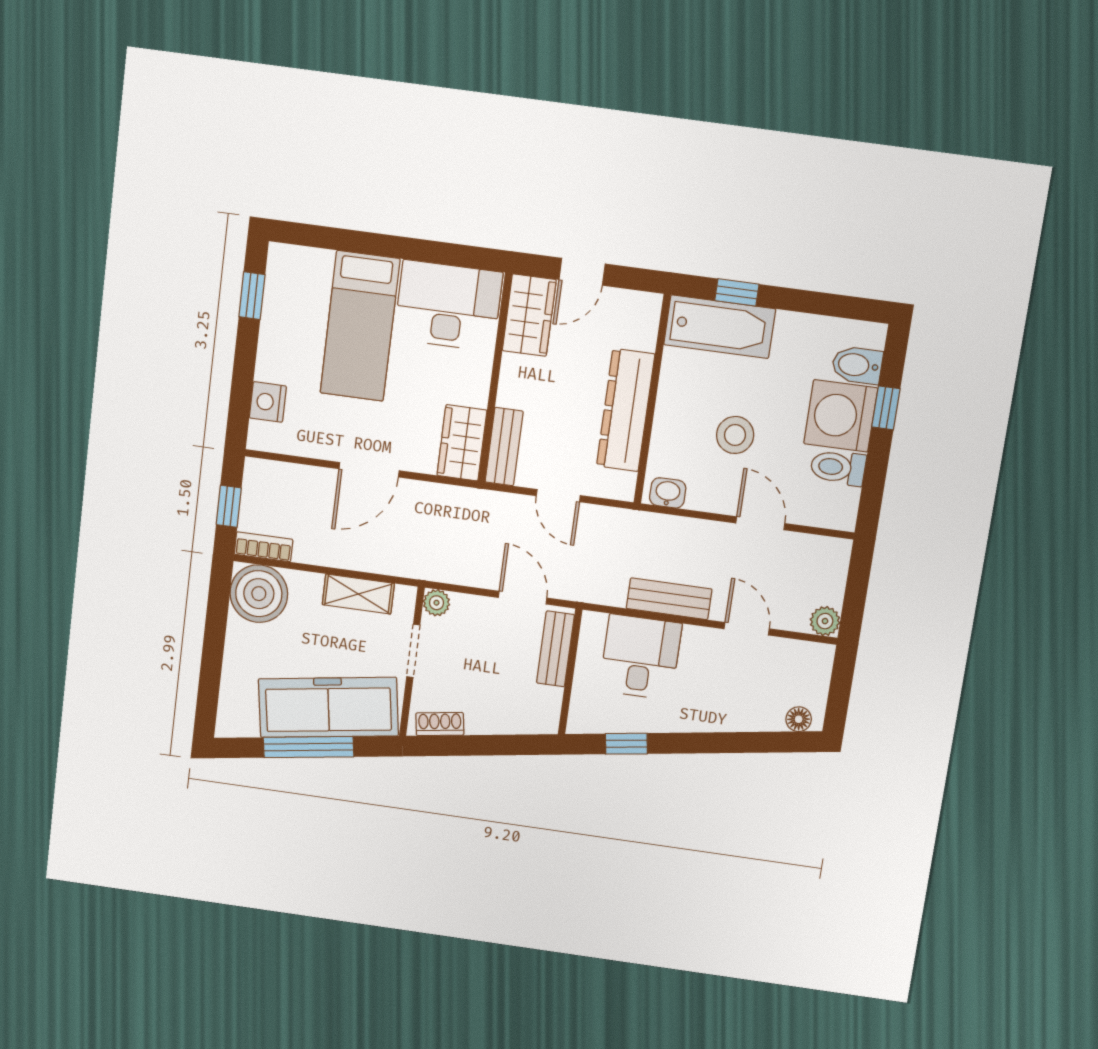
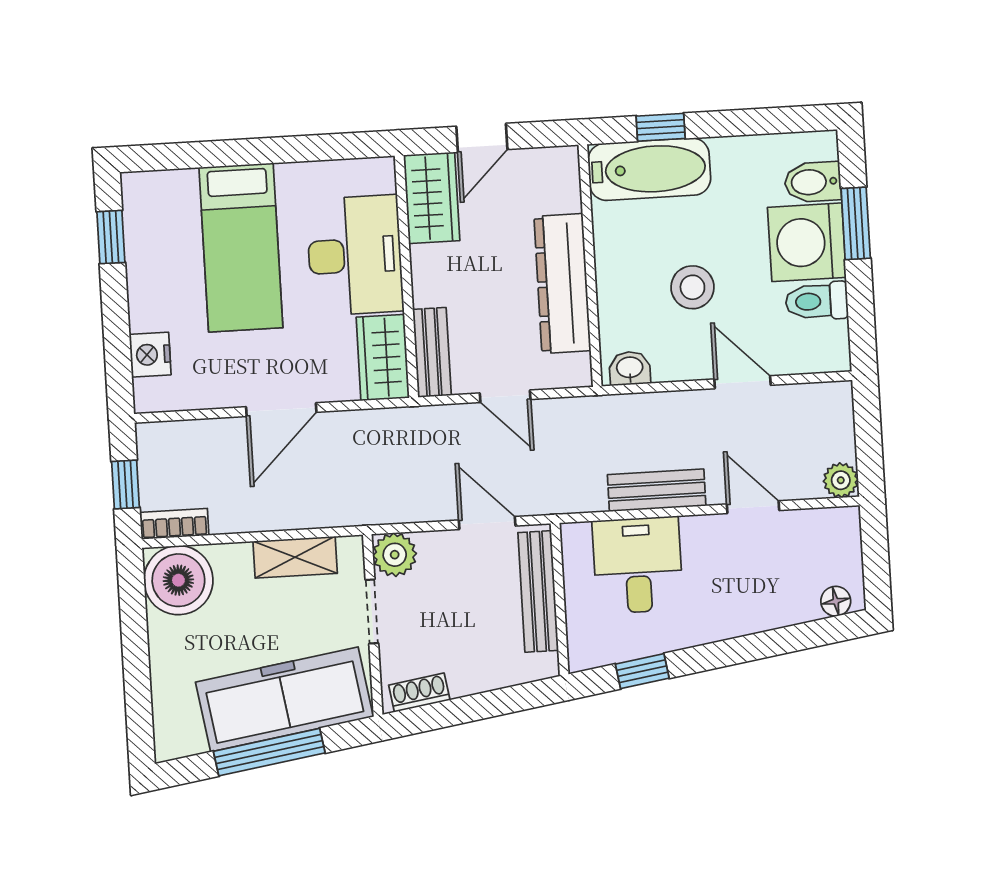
desk: (448, 306) -> (355, 255), moved, turned 90
window: (886, 408) -> (856, 223), width x1.50
plant: (436, 603) -> (395, 555), width x1.38, depth x1.38
bench: (555, 649) -> (538, 591), width x1.36

